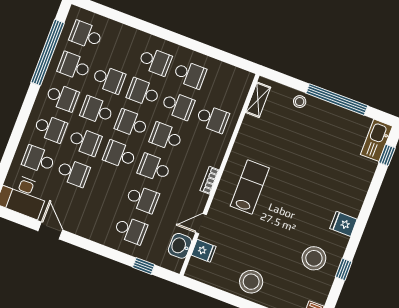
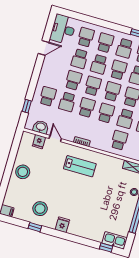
school desk: (212, 119) -> (119, 140), turned 180
school desk: (50, 128) -> (105, 43), turned 180
school desk: (108, 186) -> (73, 80), added
school desk: (131, 230) -> (48, 96), turned 180

